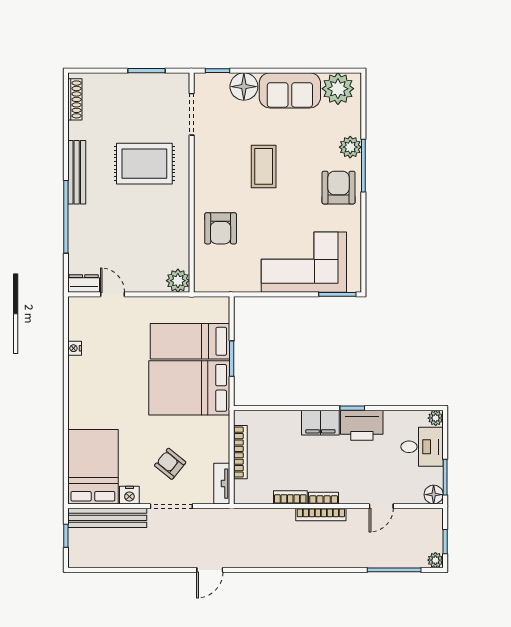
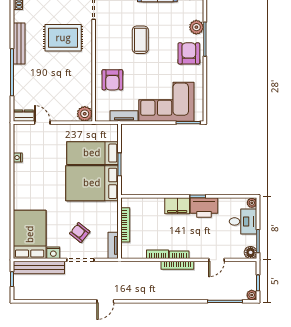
tv unit: (238, 284) -> (124, 116), added

